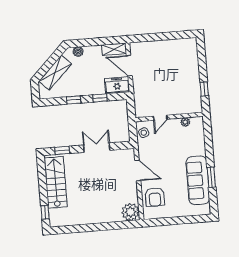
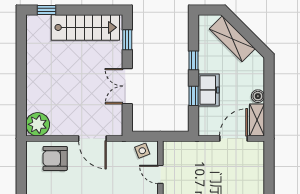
boiler: (78, 52) -> (258, 96), moved
freezer: (117, 85) -> (209, 90), moved
double door: (97, 148) -> (127, 86), swing flipped
door: (138, 170) -> (92, 139), hinge flipped

